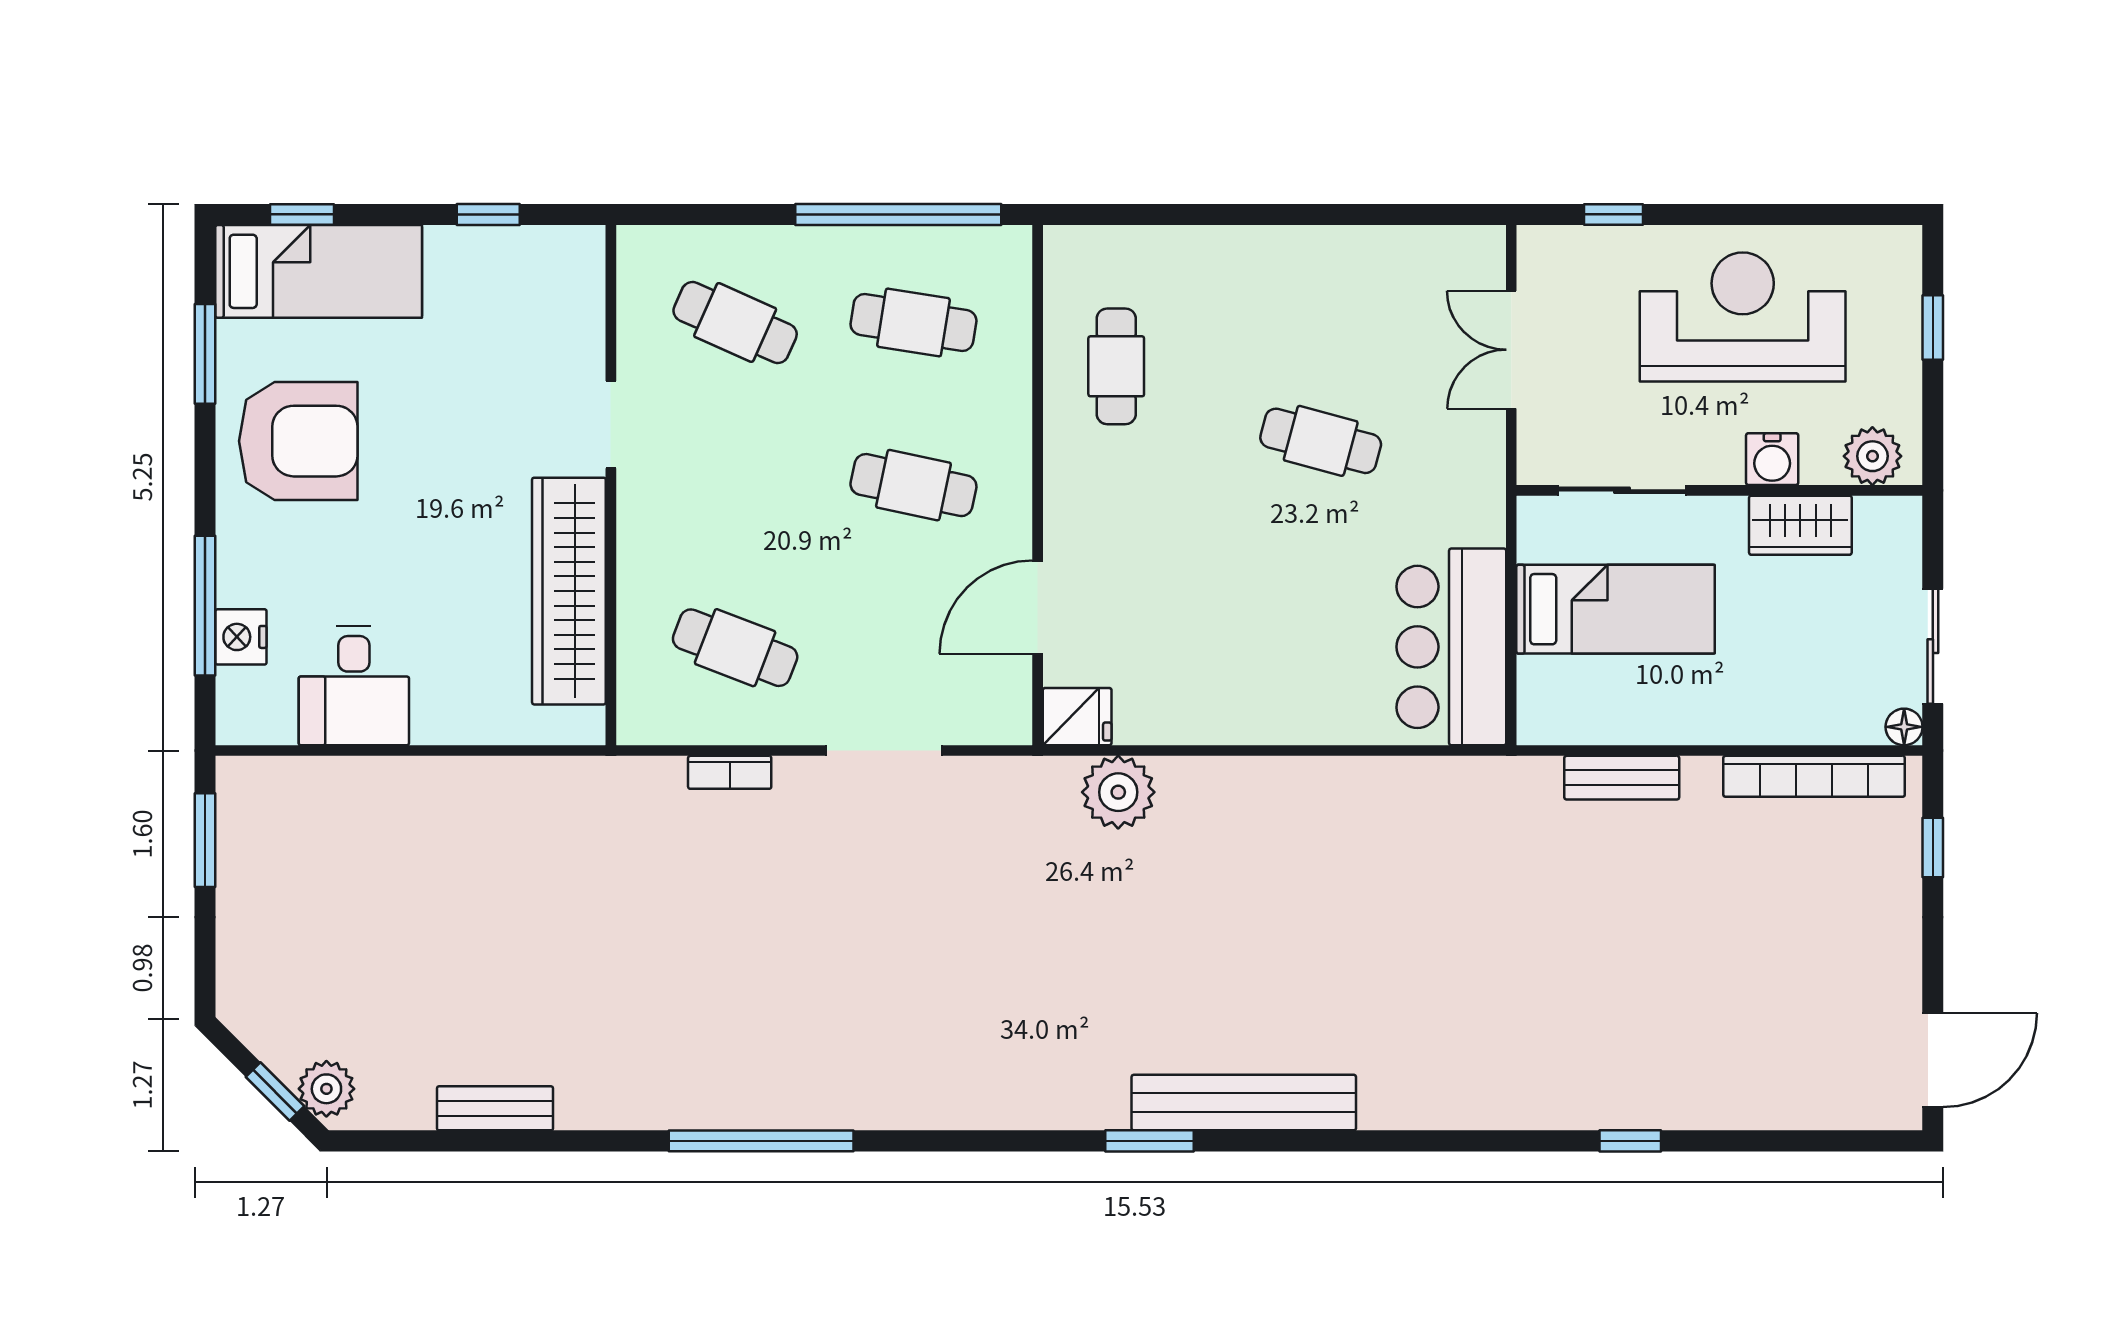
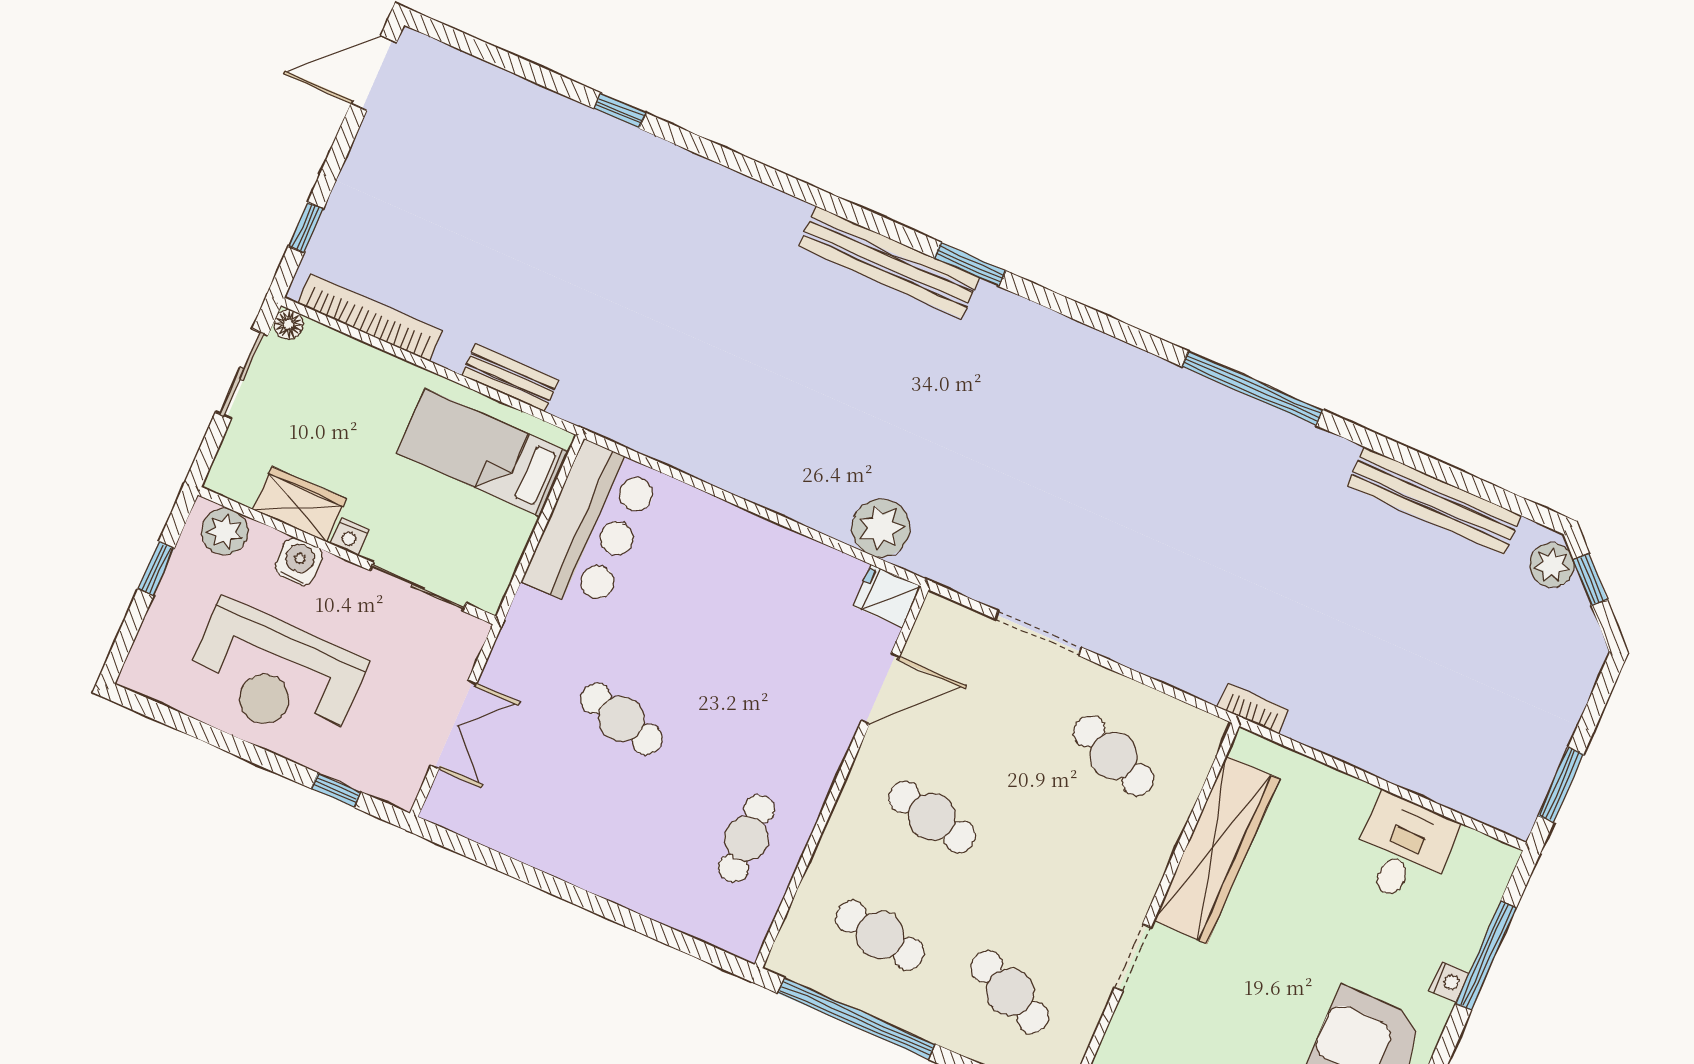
window: (1933, 327) -> (156, 569), moved
nightstand: (1726, 514) -> (350, 537), added
bed: (1616, 609) -> (483, 452), moved
nightstand: (241, 637) -> (1449, 982), moved, width x0.72, depth x0.74
bookcase: (730, 772) -> (1253, 708), moved
bench: (495, 1108) -> (1434, 500), width x1.86, depth x1.21

